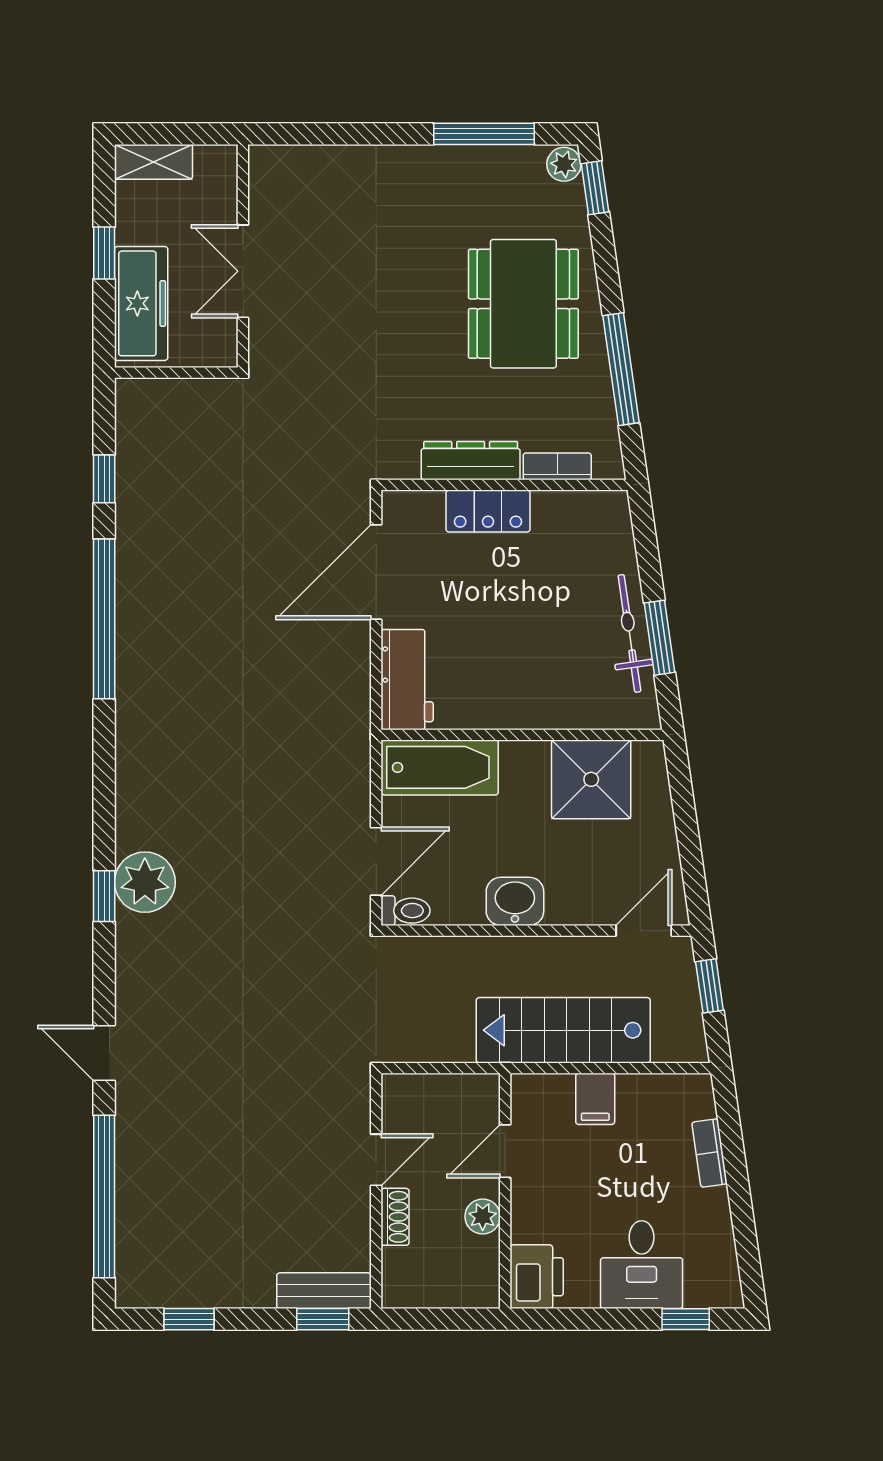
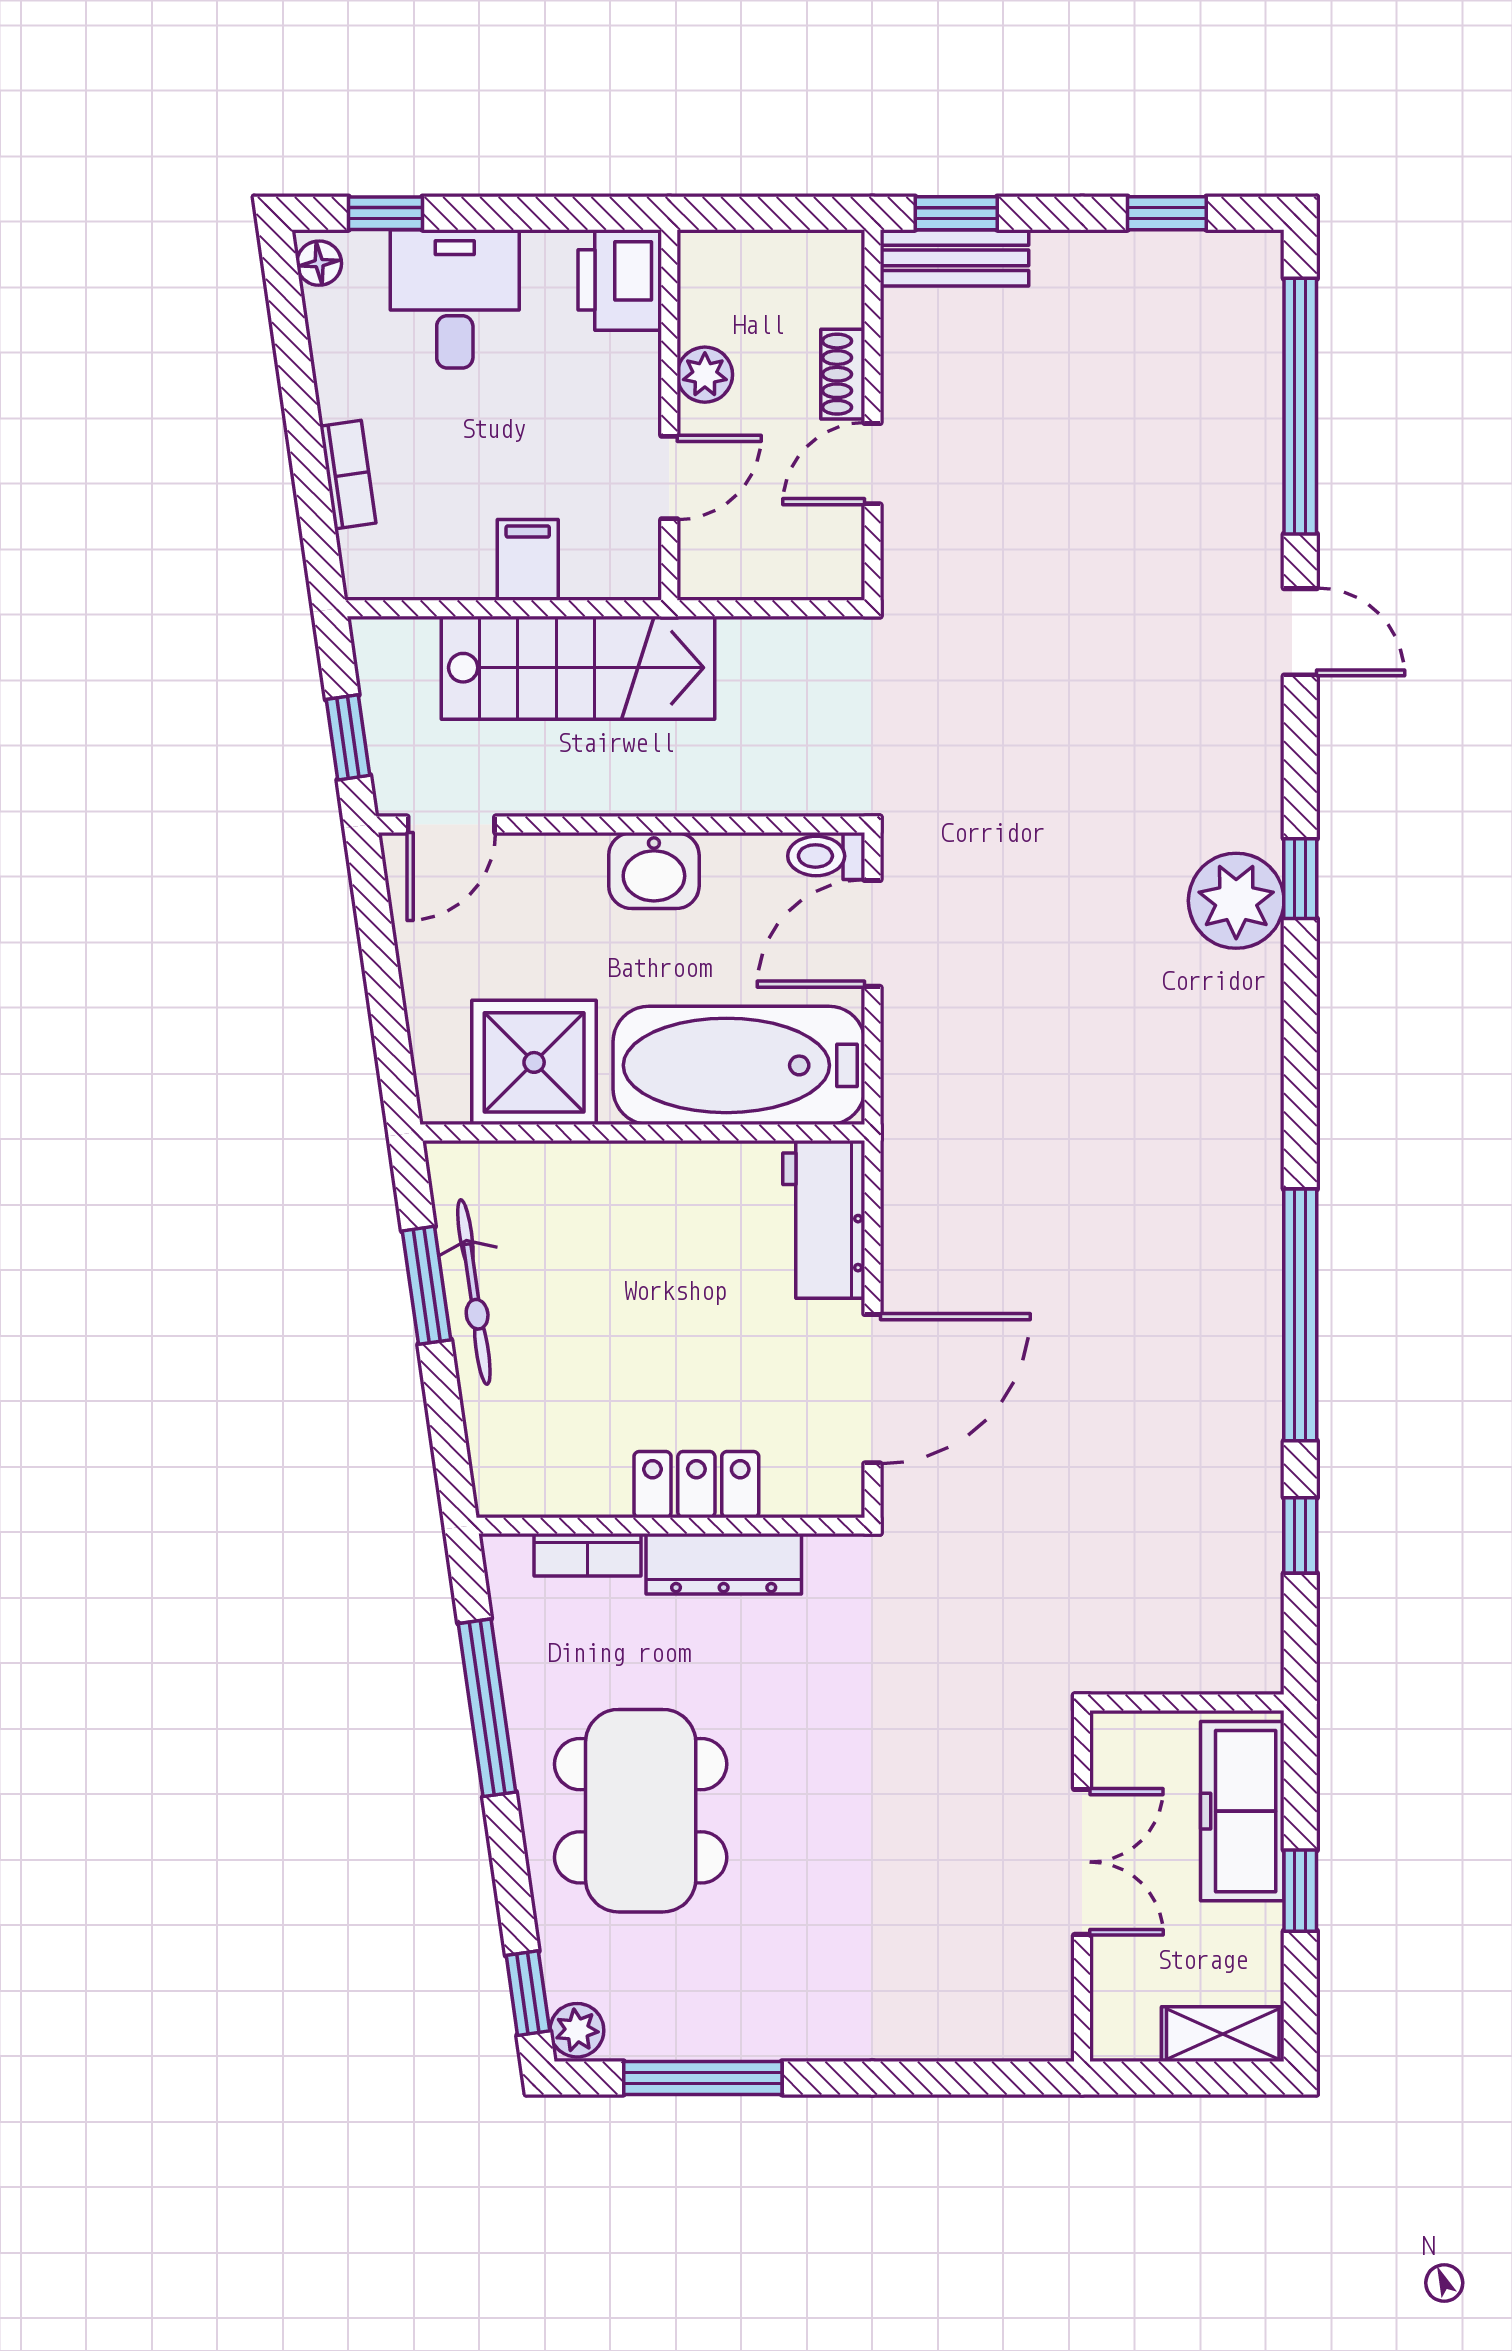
bathtub: (440, 767) -> (739, 1065), width x1.36, depth x1.36
floor lamp: (728, 1287) -> (319, 263), added

